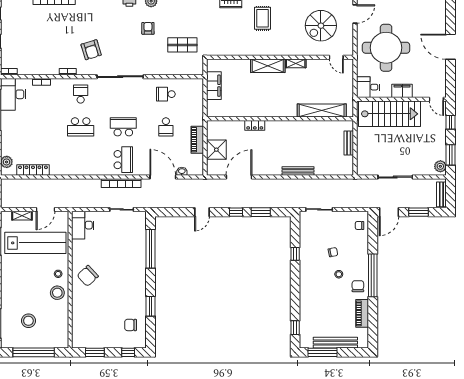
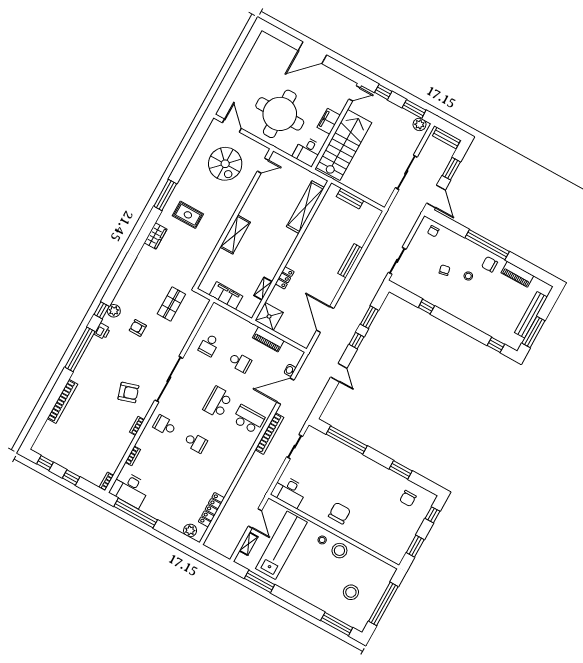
shelving: (296, 63) -> (263, 289), moved
school desk: (81, 127) -> (196, 442), width x0.54
shower: (216, 150) -> (269, 316), moved
chair: (88, 276) -> (339, 513), turned -137

